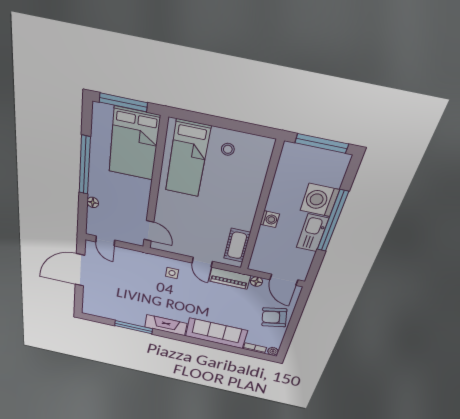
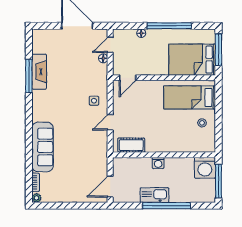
washing machine: (320, 200) -> (205, 168), moved, turned 180
piano: (230, 278) -> (101, 146), removed
floor lamp: (256, 282) -> (103, 58), moved
armchair: (274, 317) -> (73, 189), removed
fireplace: (166, 325) -> (39, 72), moved

